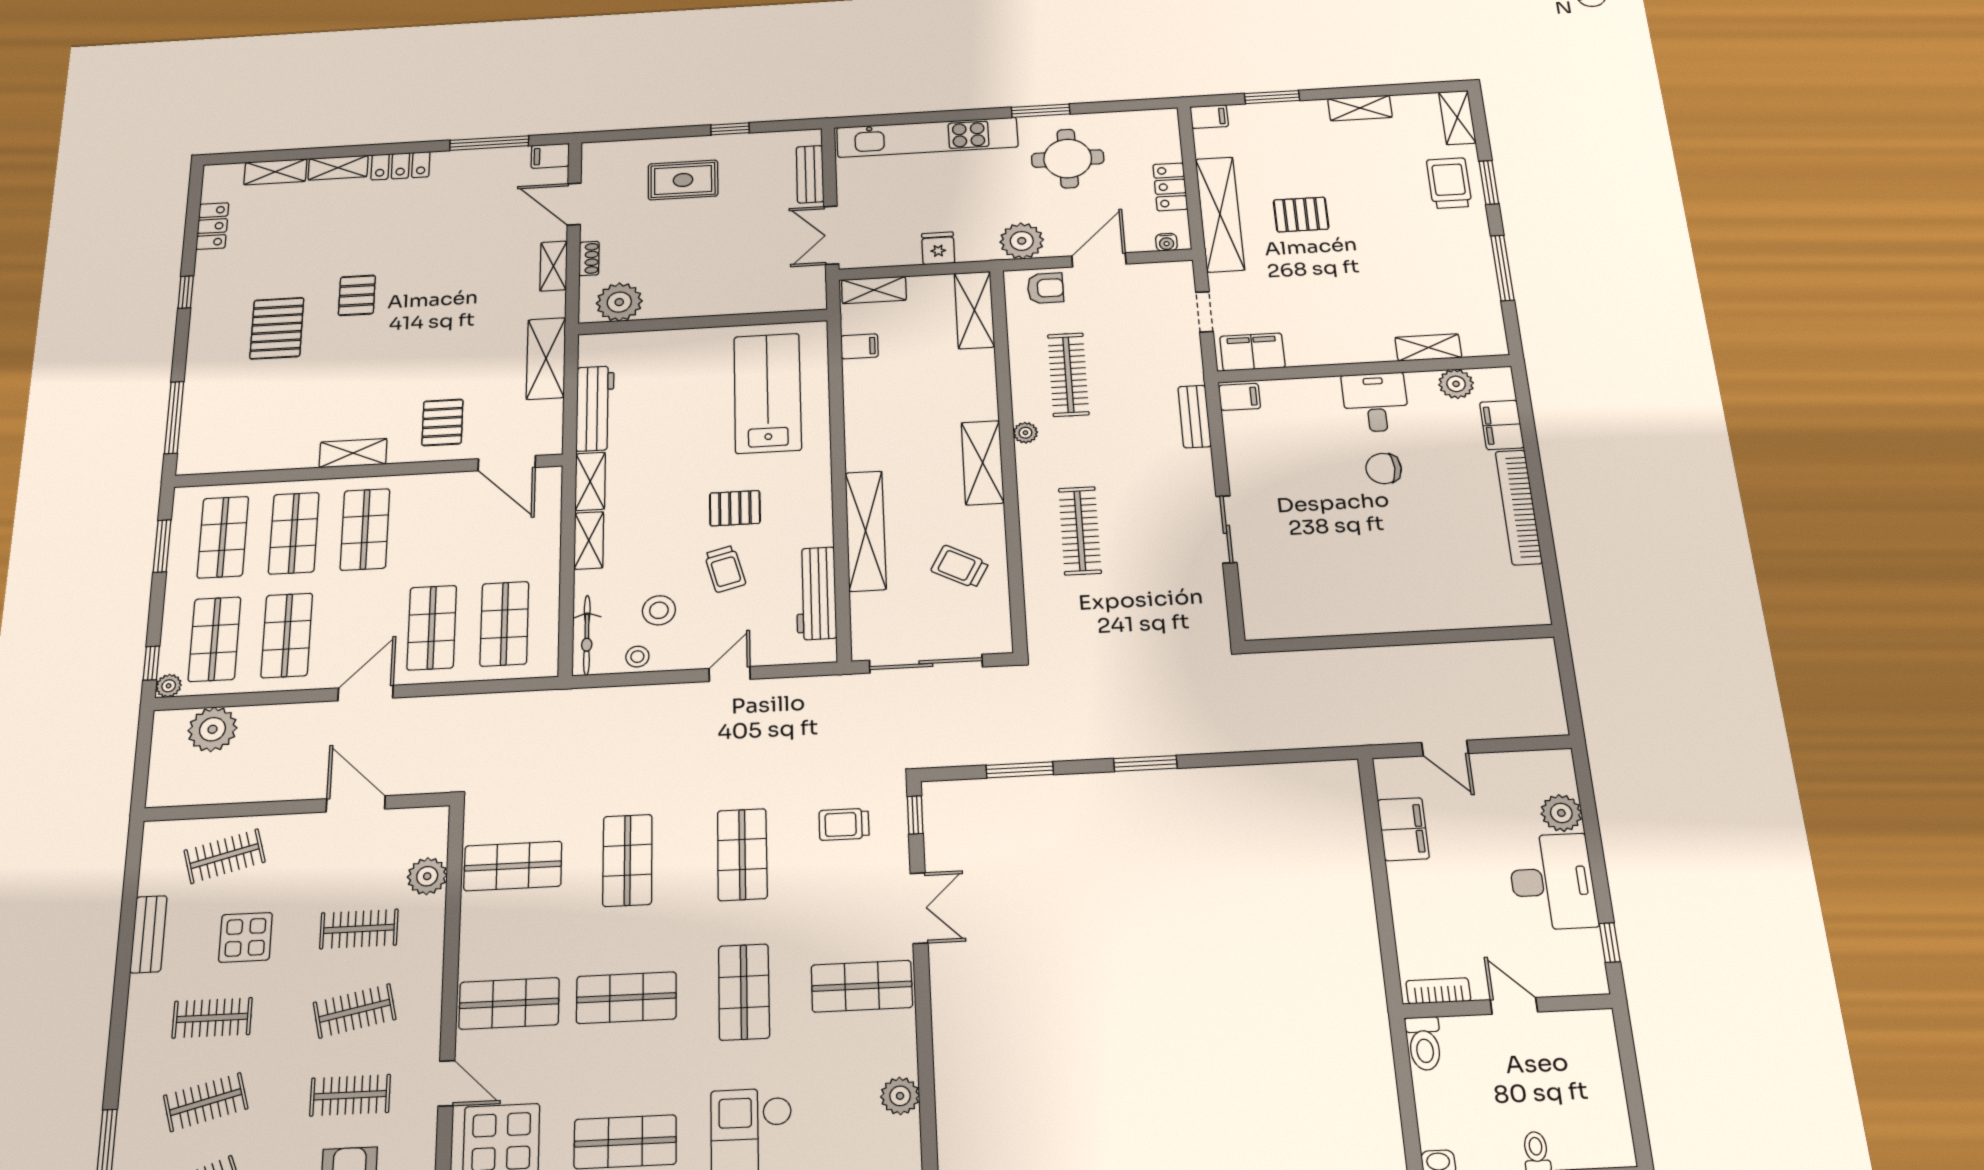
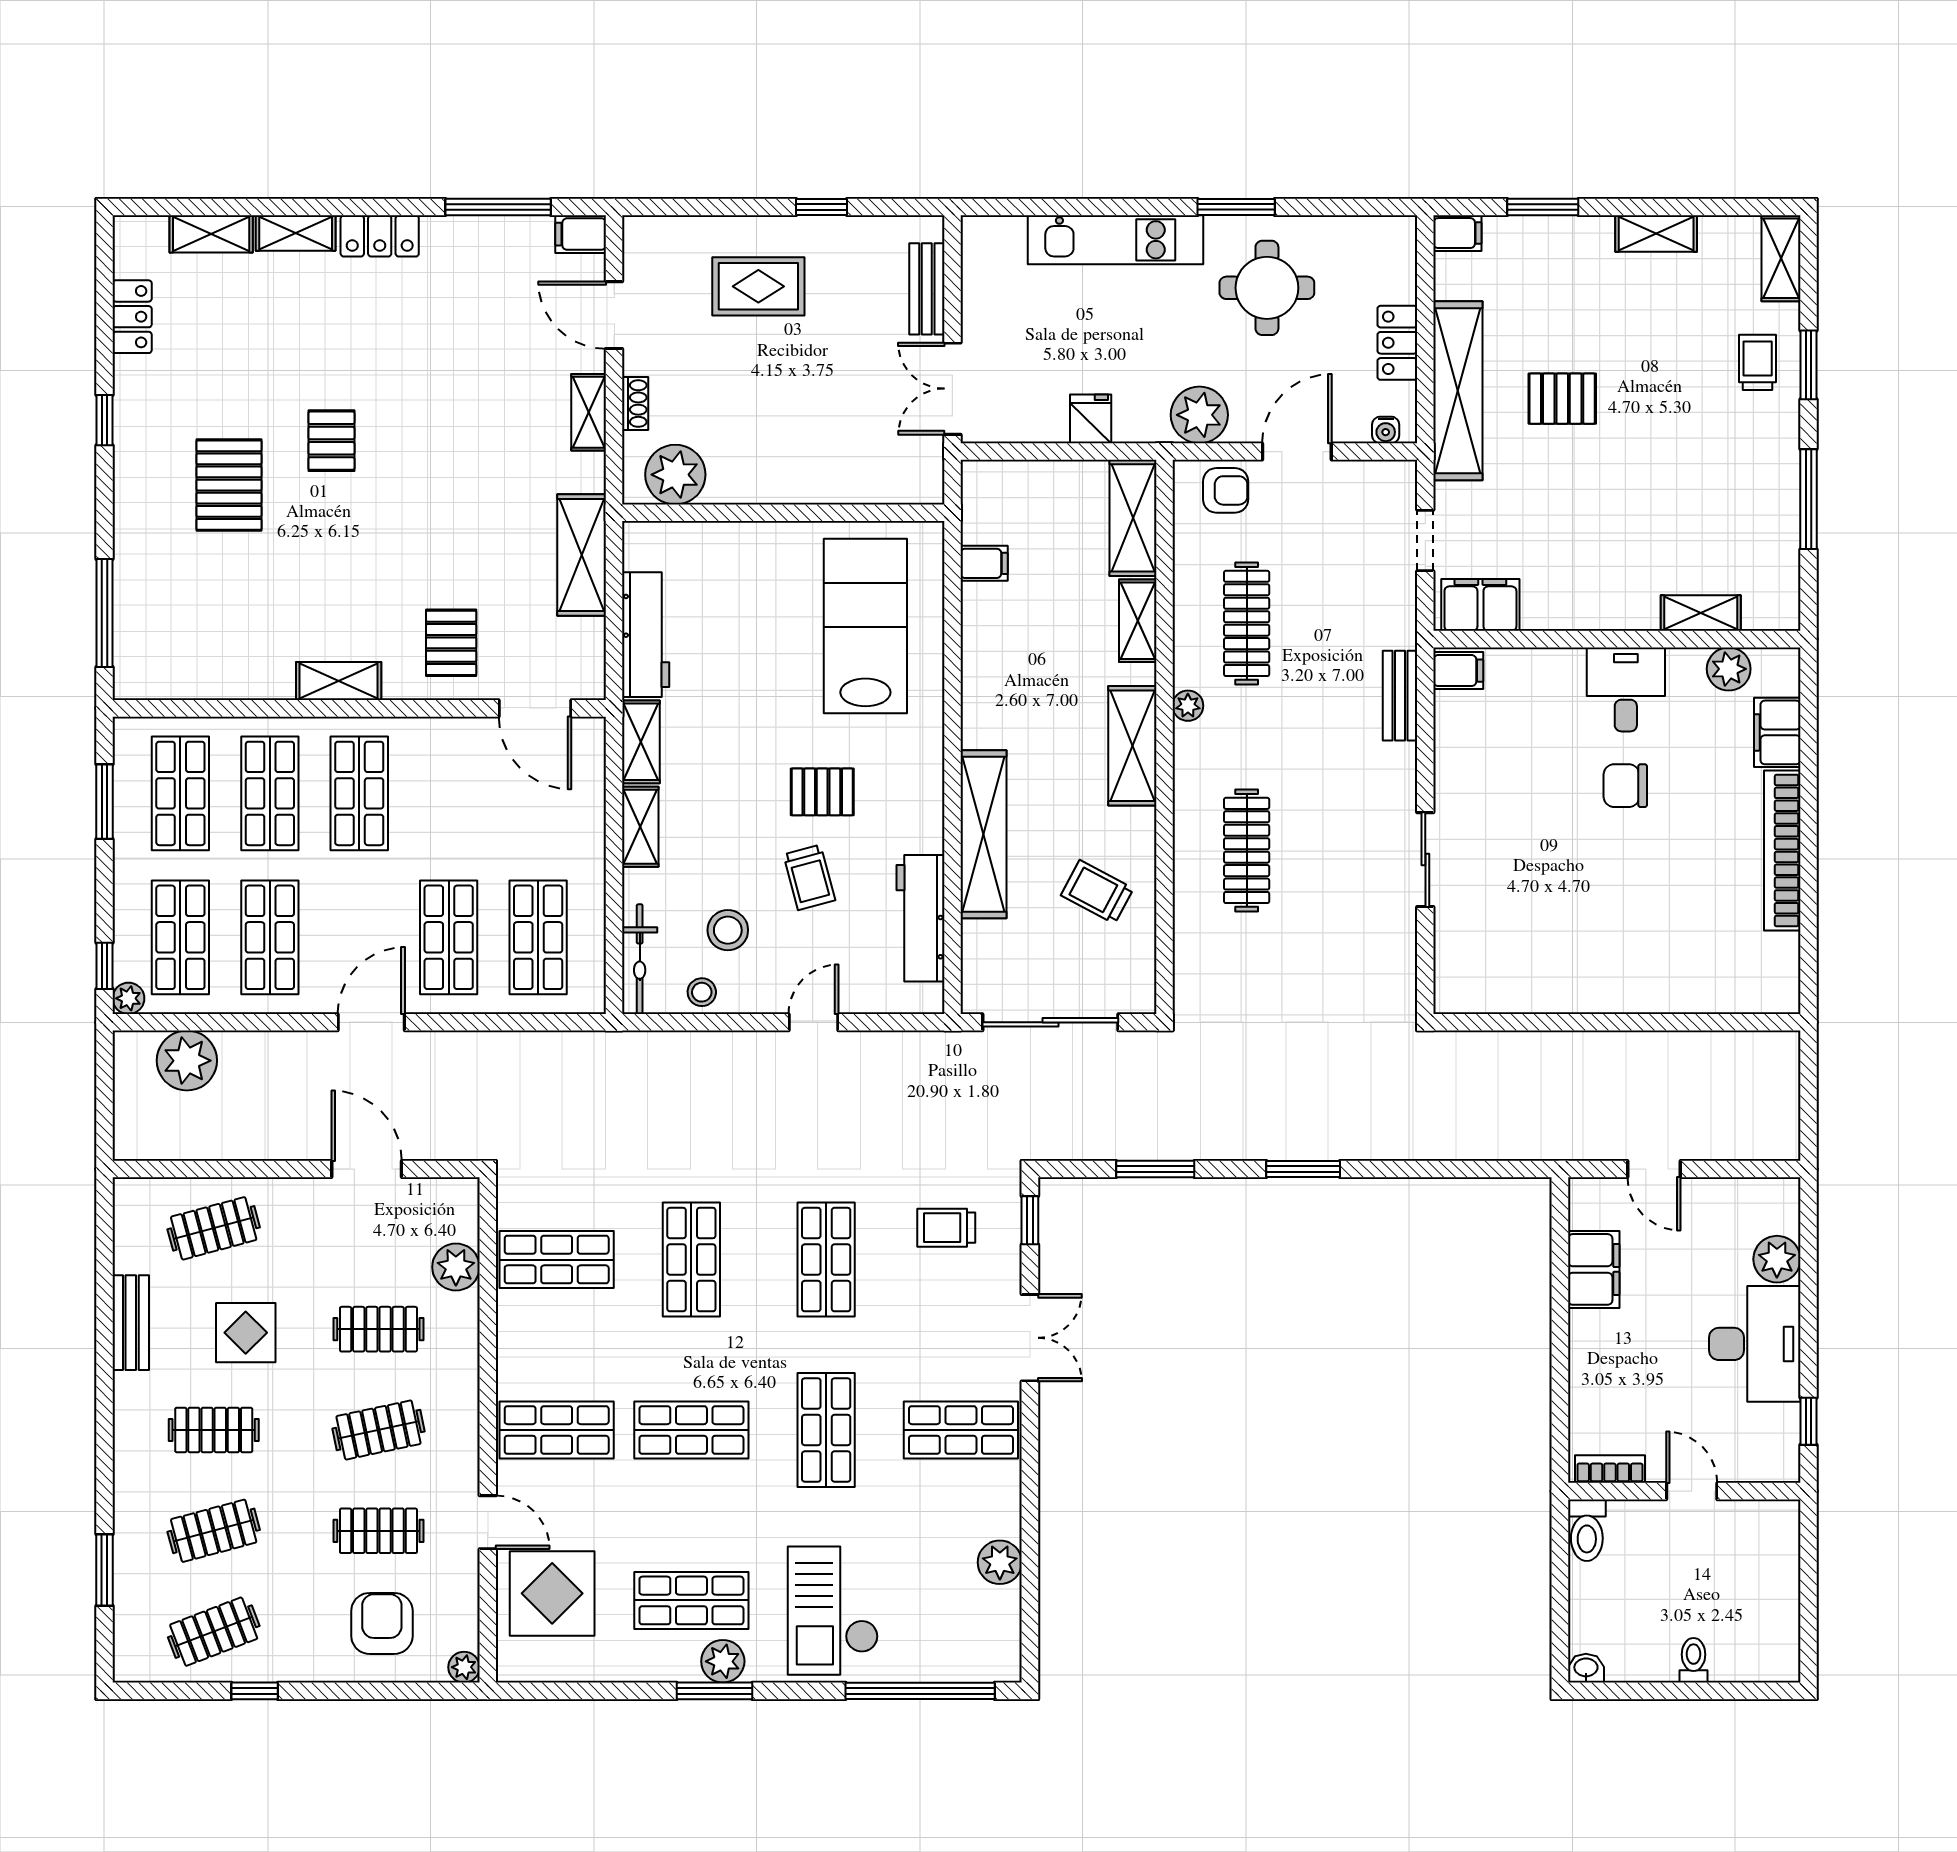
kitchen unit: (927, 137) -> (1115, 240), width x0.73
trolley: (1449, 183) -> (1758, 362), width x0.73, depth x0.72
shelving: (874, 290) -> (1138, 621), moved, turned 90

